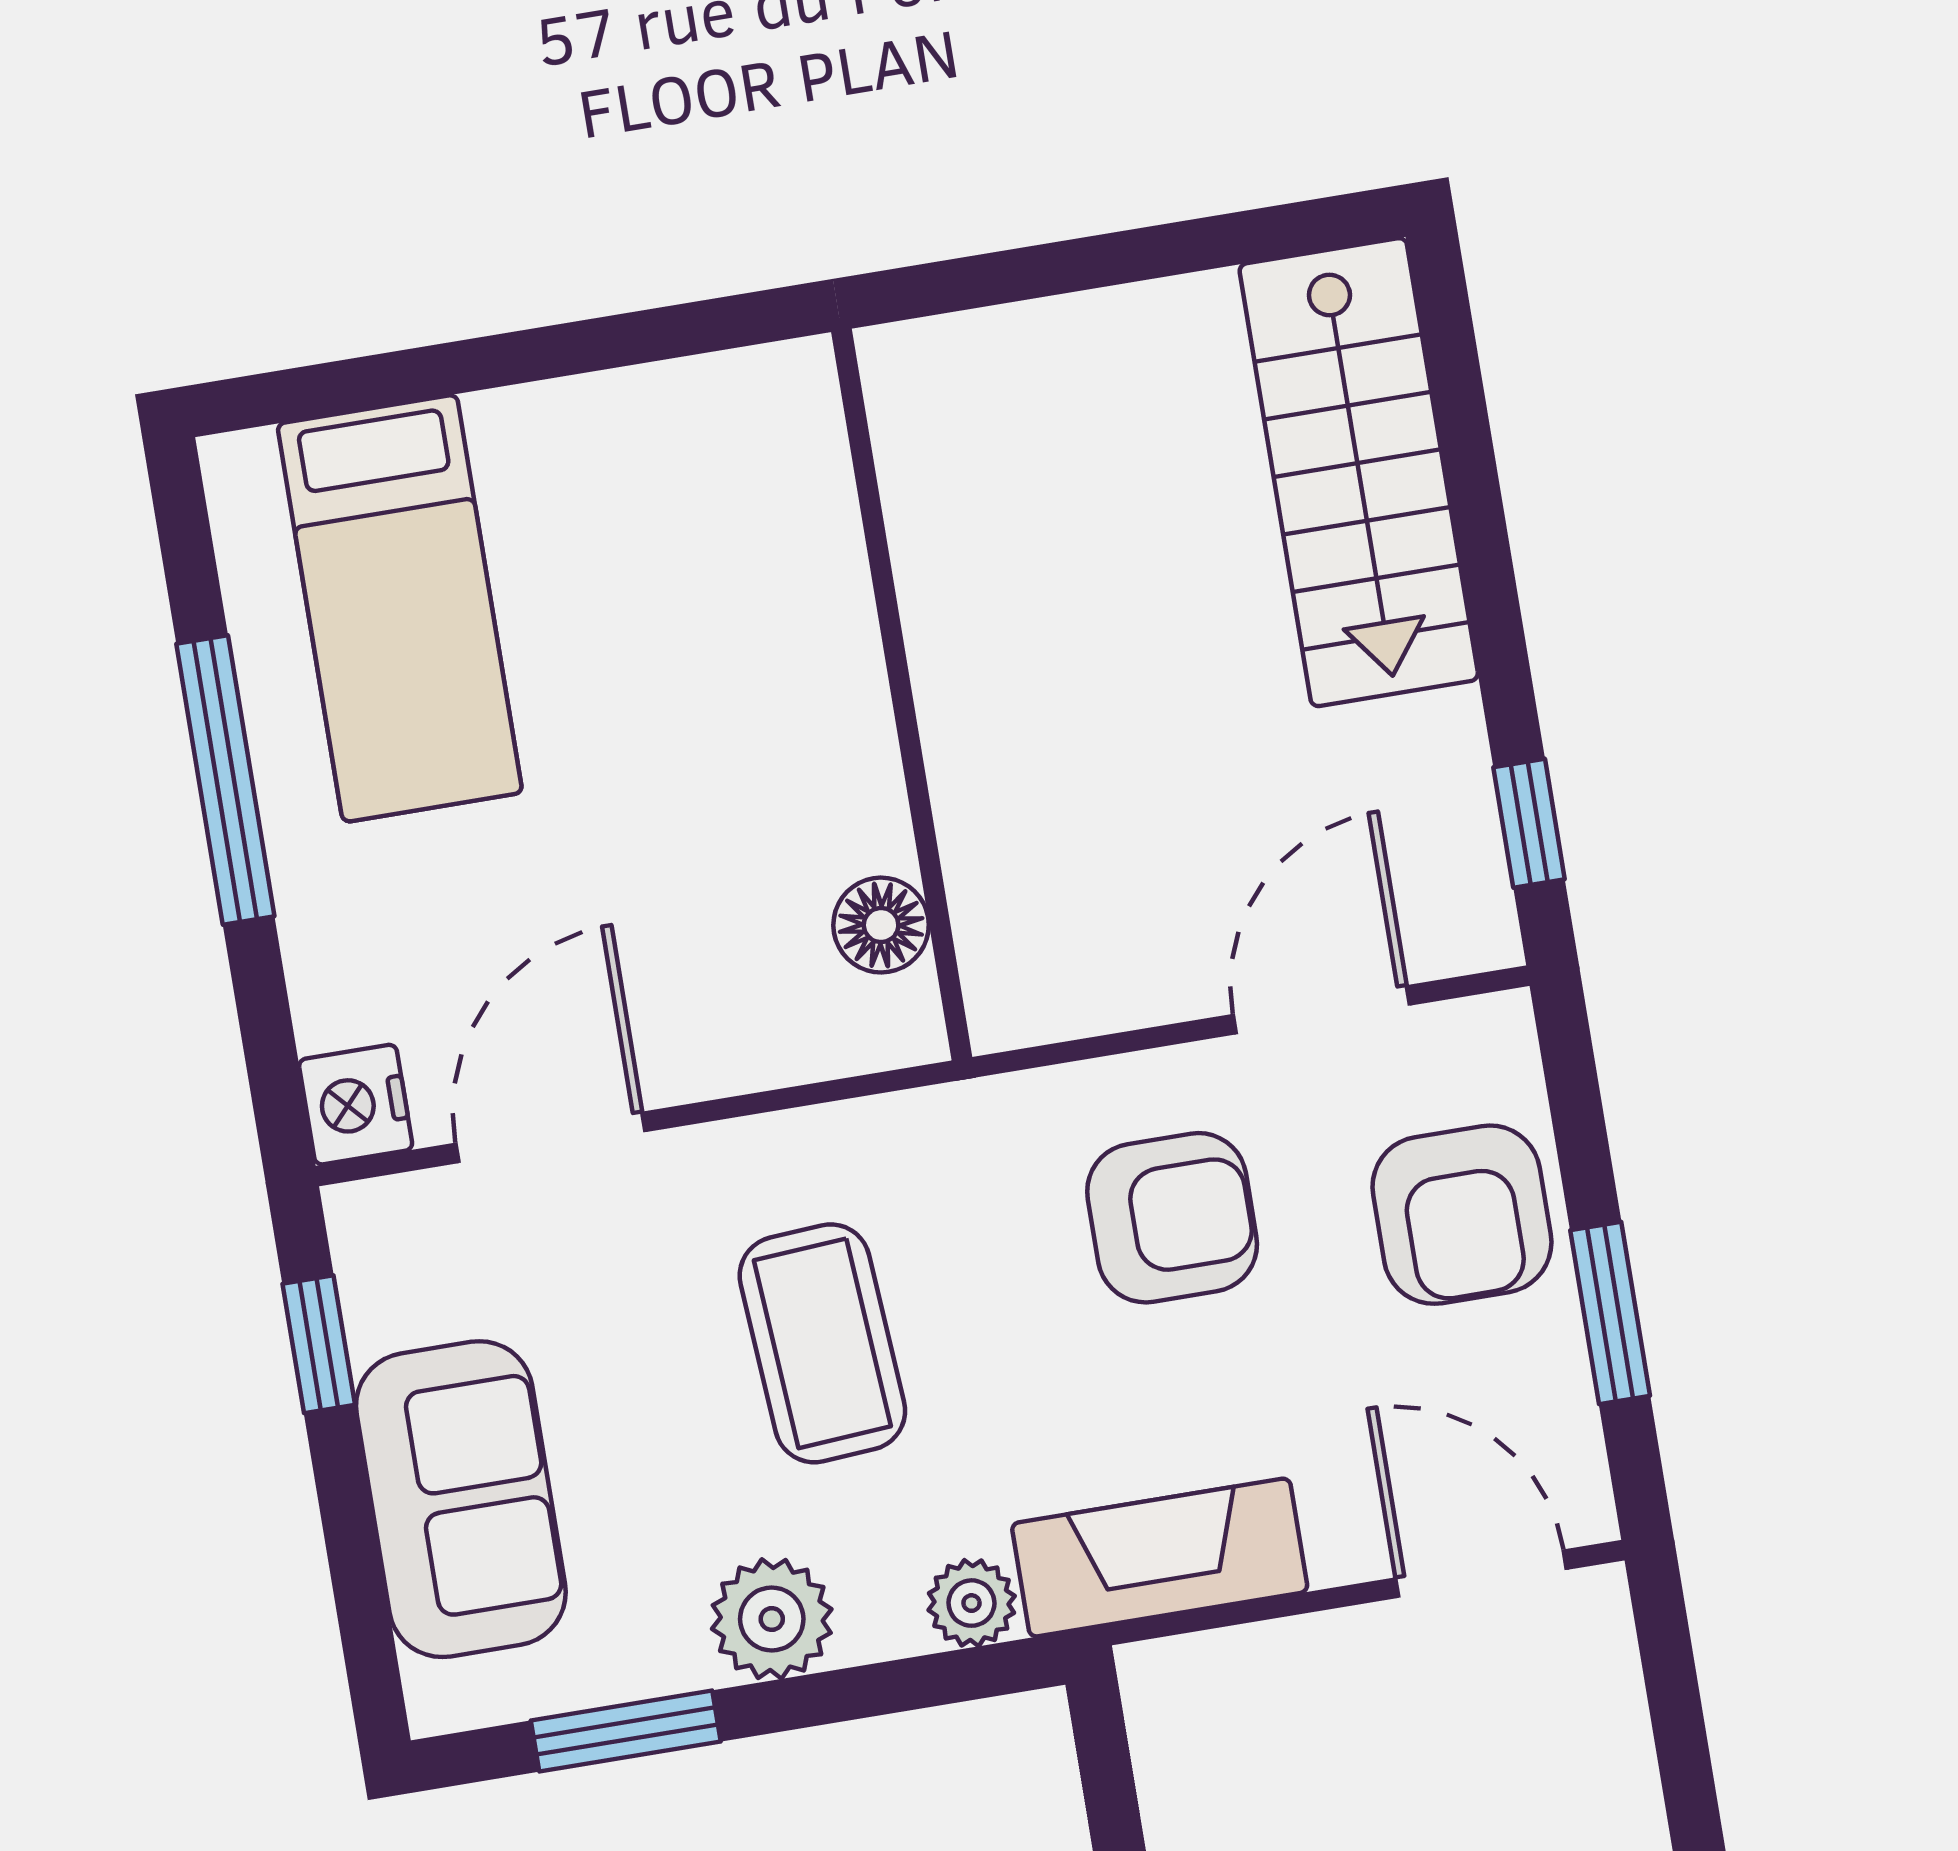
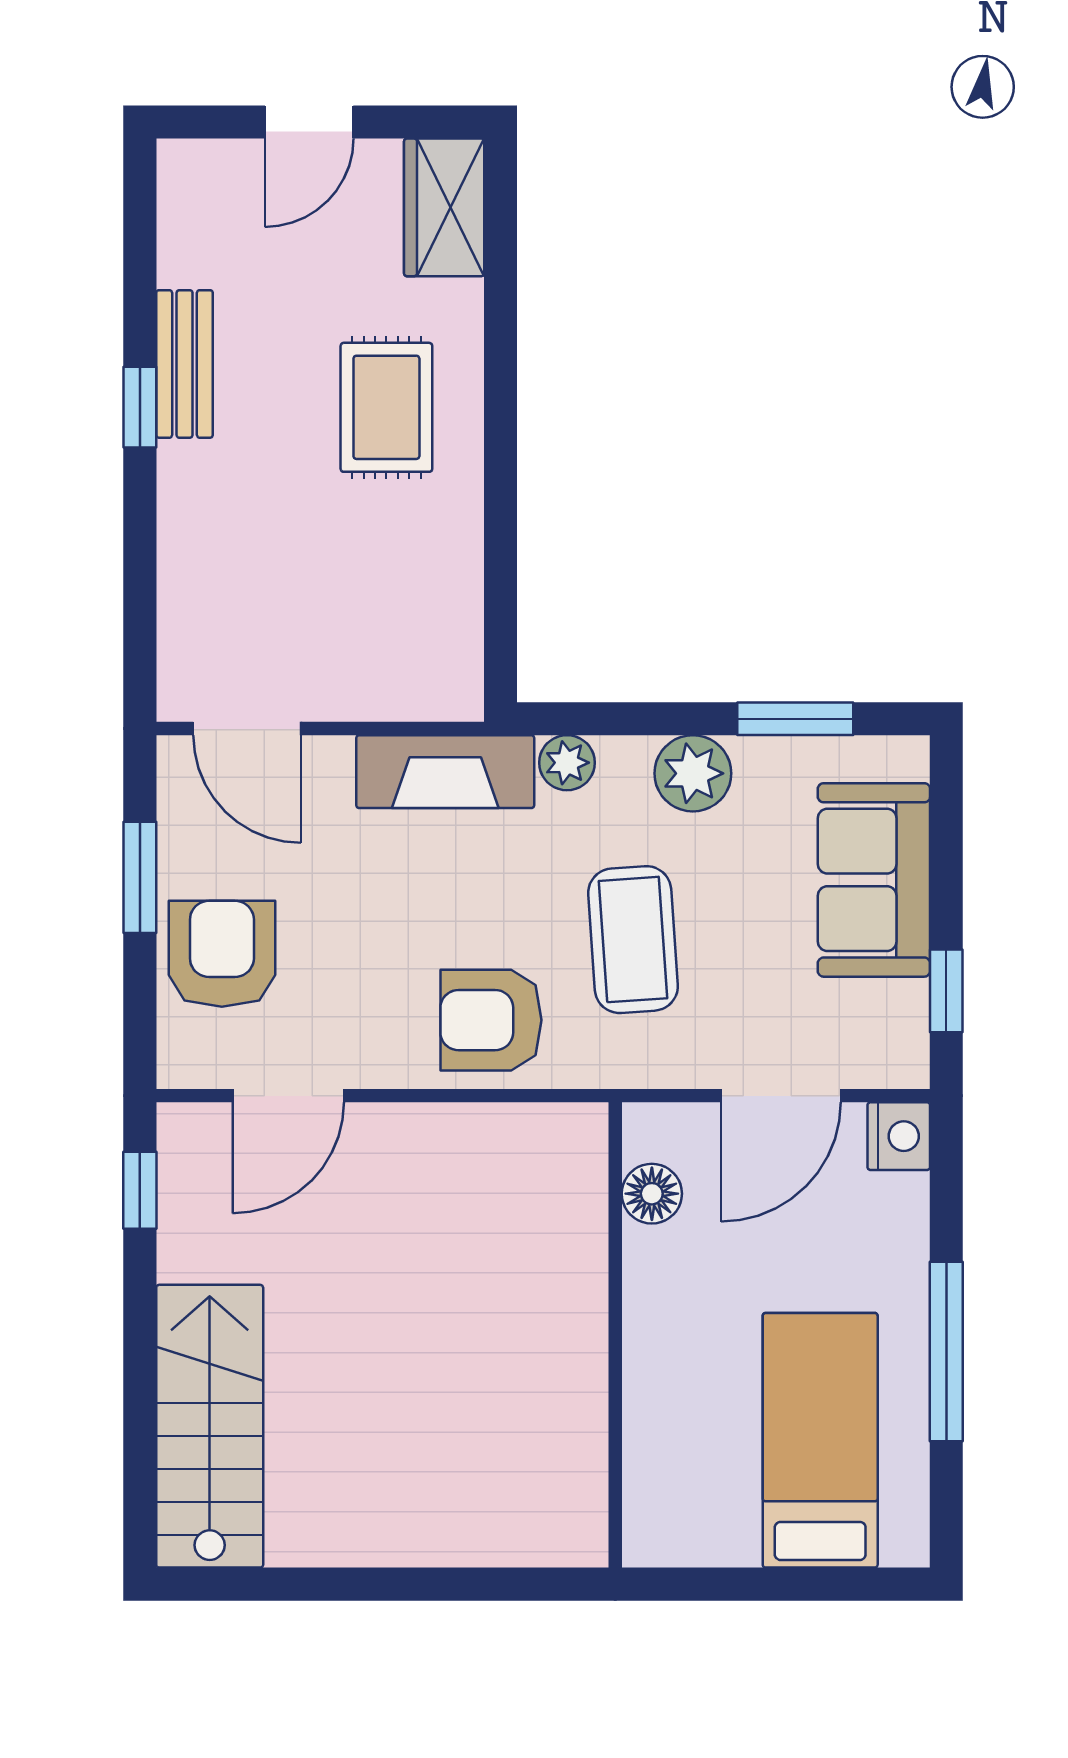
wall: (902, 695) -> (615, 1335), moved
floor lamp: (881, 925) -> (652, 1194), moved
armchair: (1172, 1218) -> (491, 1020), moved

